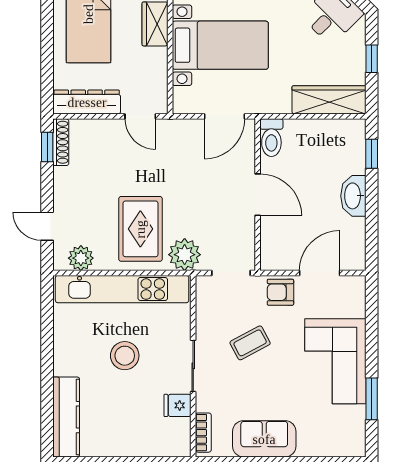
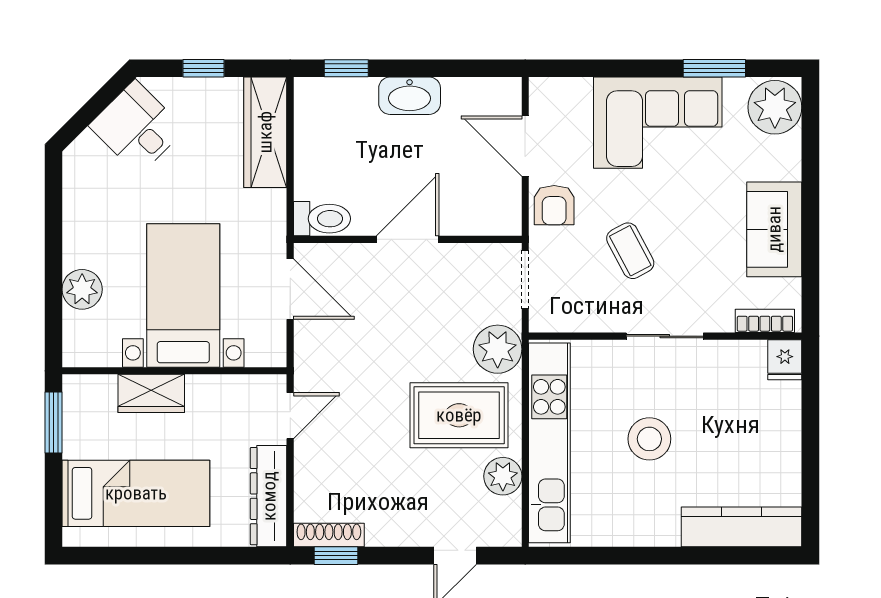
plant: (81, 258) -> (503, 476), moved
fridge: (177, 405) -> (785, 360), moved
plant: (346, 439) -> (775, 107), added

